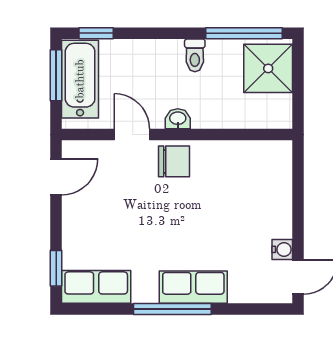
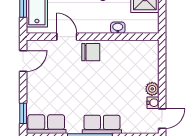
washbasin: (178, 119) -> (118, 28), moved
plant: (281, 225) -> (152, 89), added

